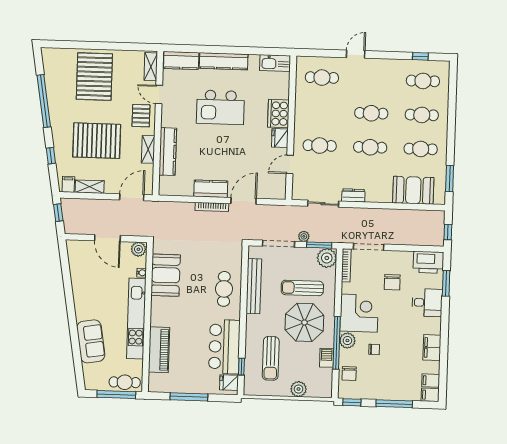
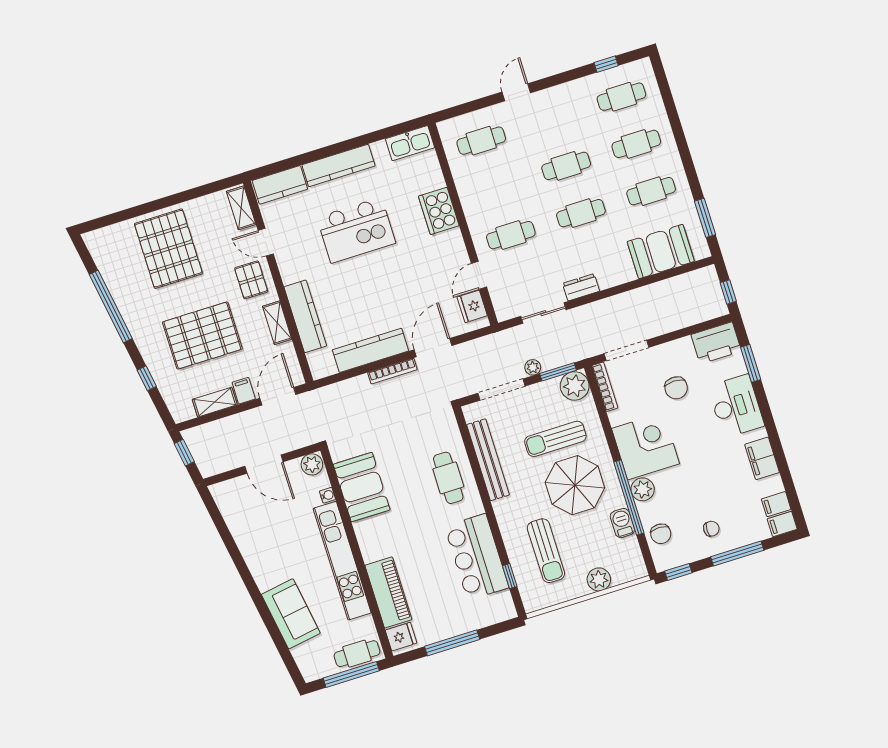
fridge: (280, 138) -> (472, 306), moved
filing cabinet: (68, 184) -> (244, 391), moved
kitchen counter: (211, 189) -> (370, 350), width x1.50
desk: (427, 303) -> (736, 406), width x1.37
chair: (374, 349) -> (711, 529), moved
fridge: (229, 383) -> (401, 637), moved, turned 180

